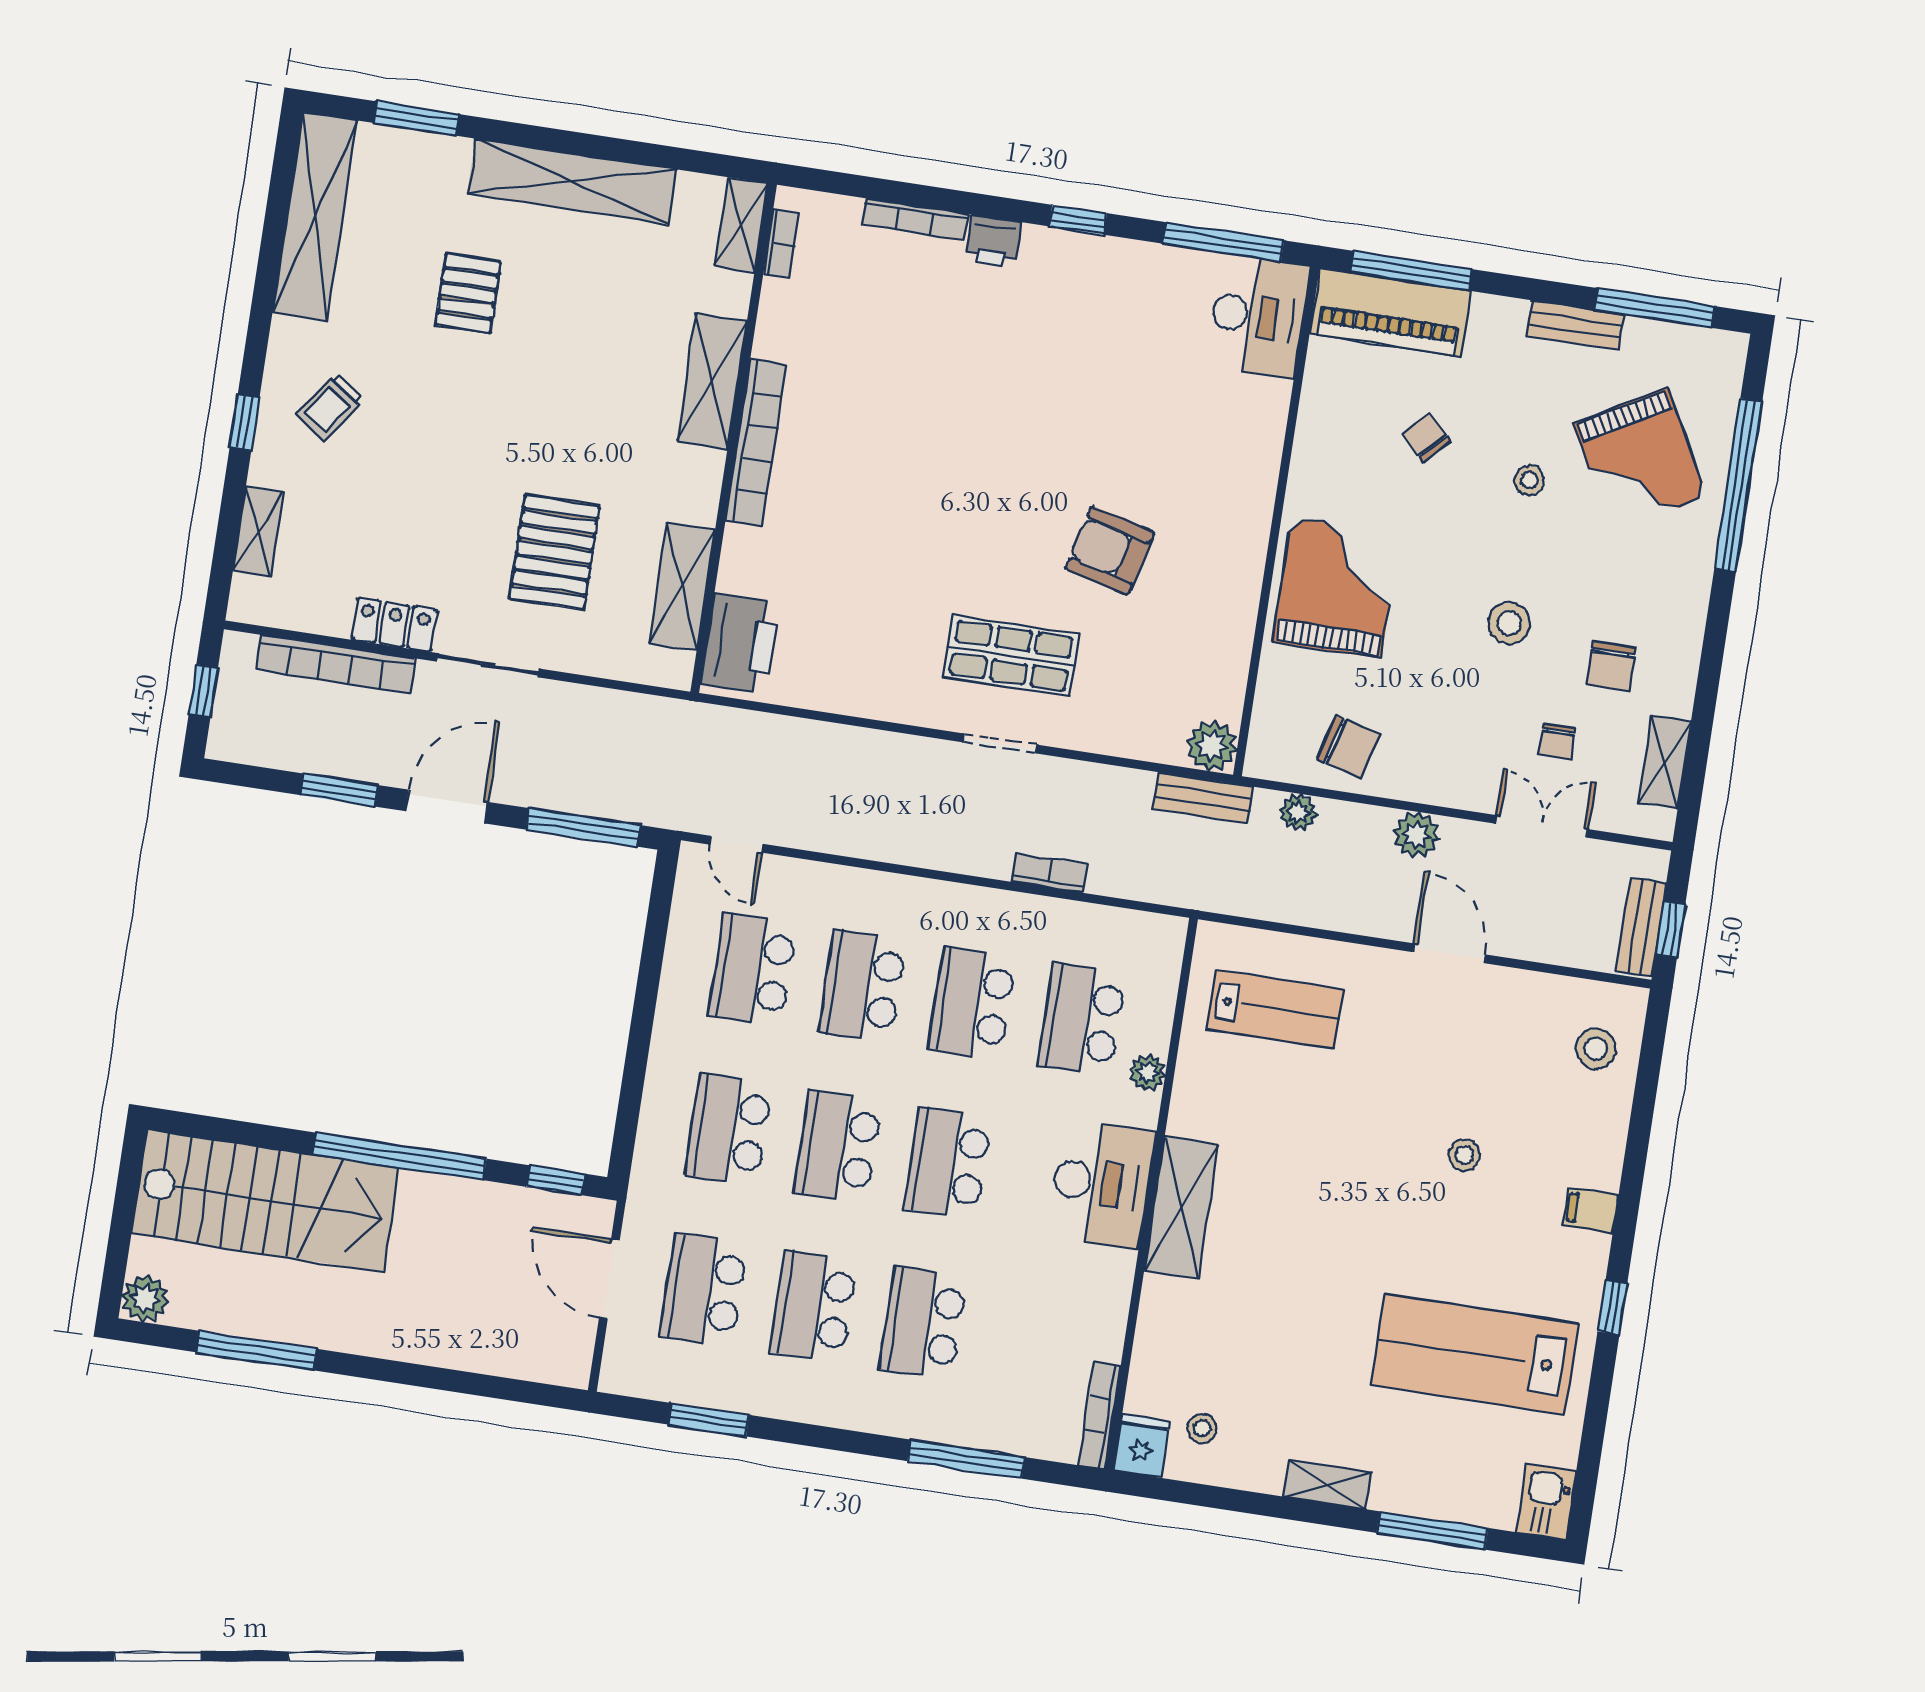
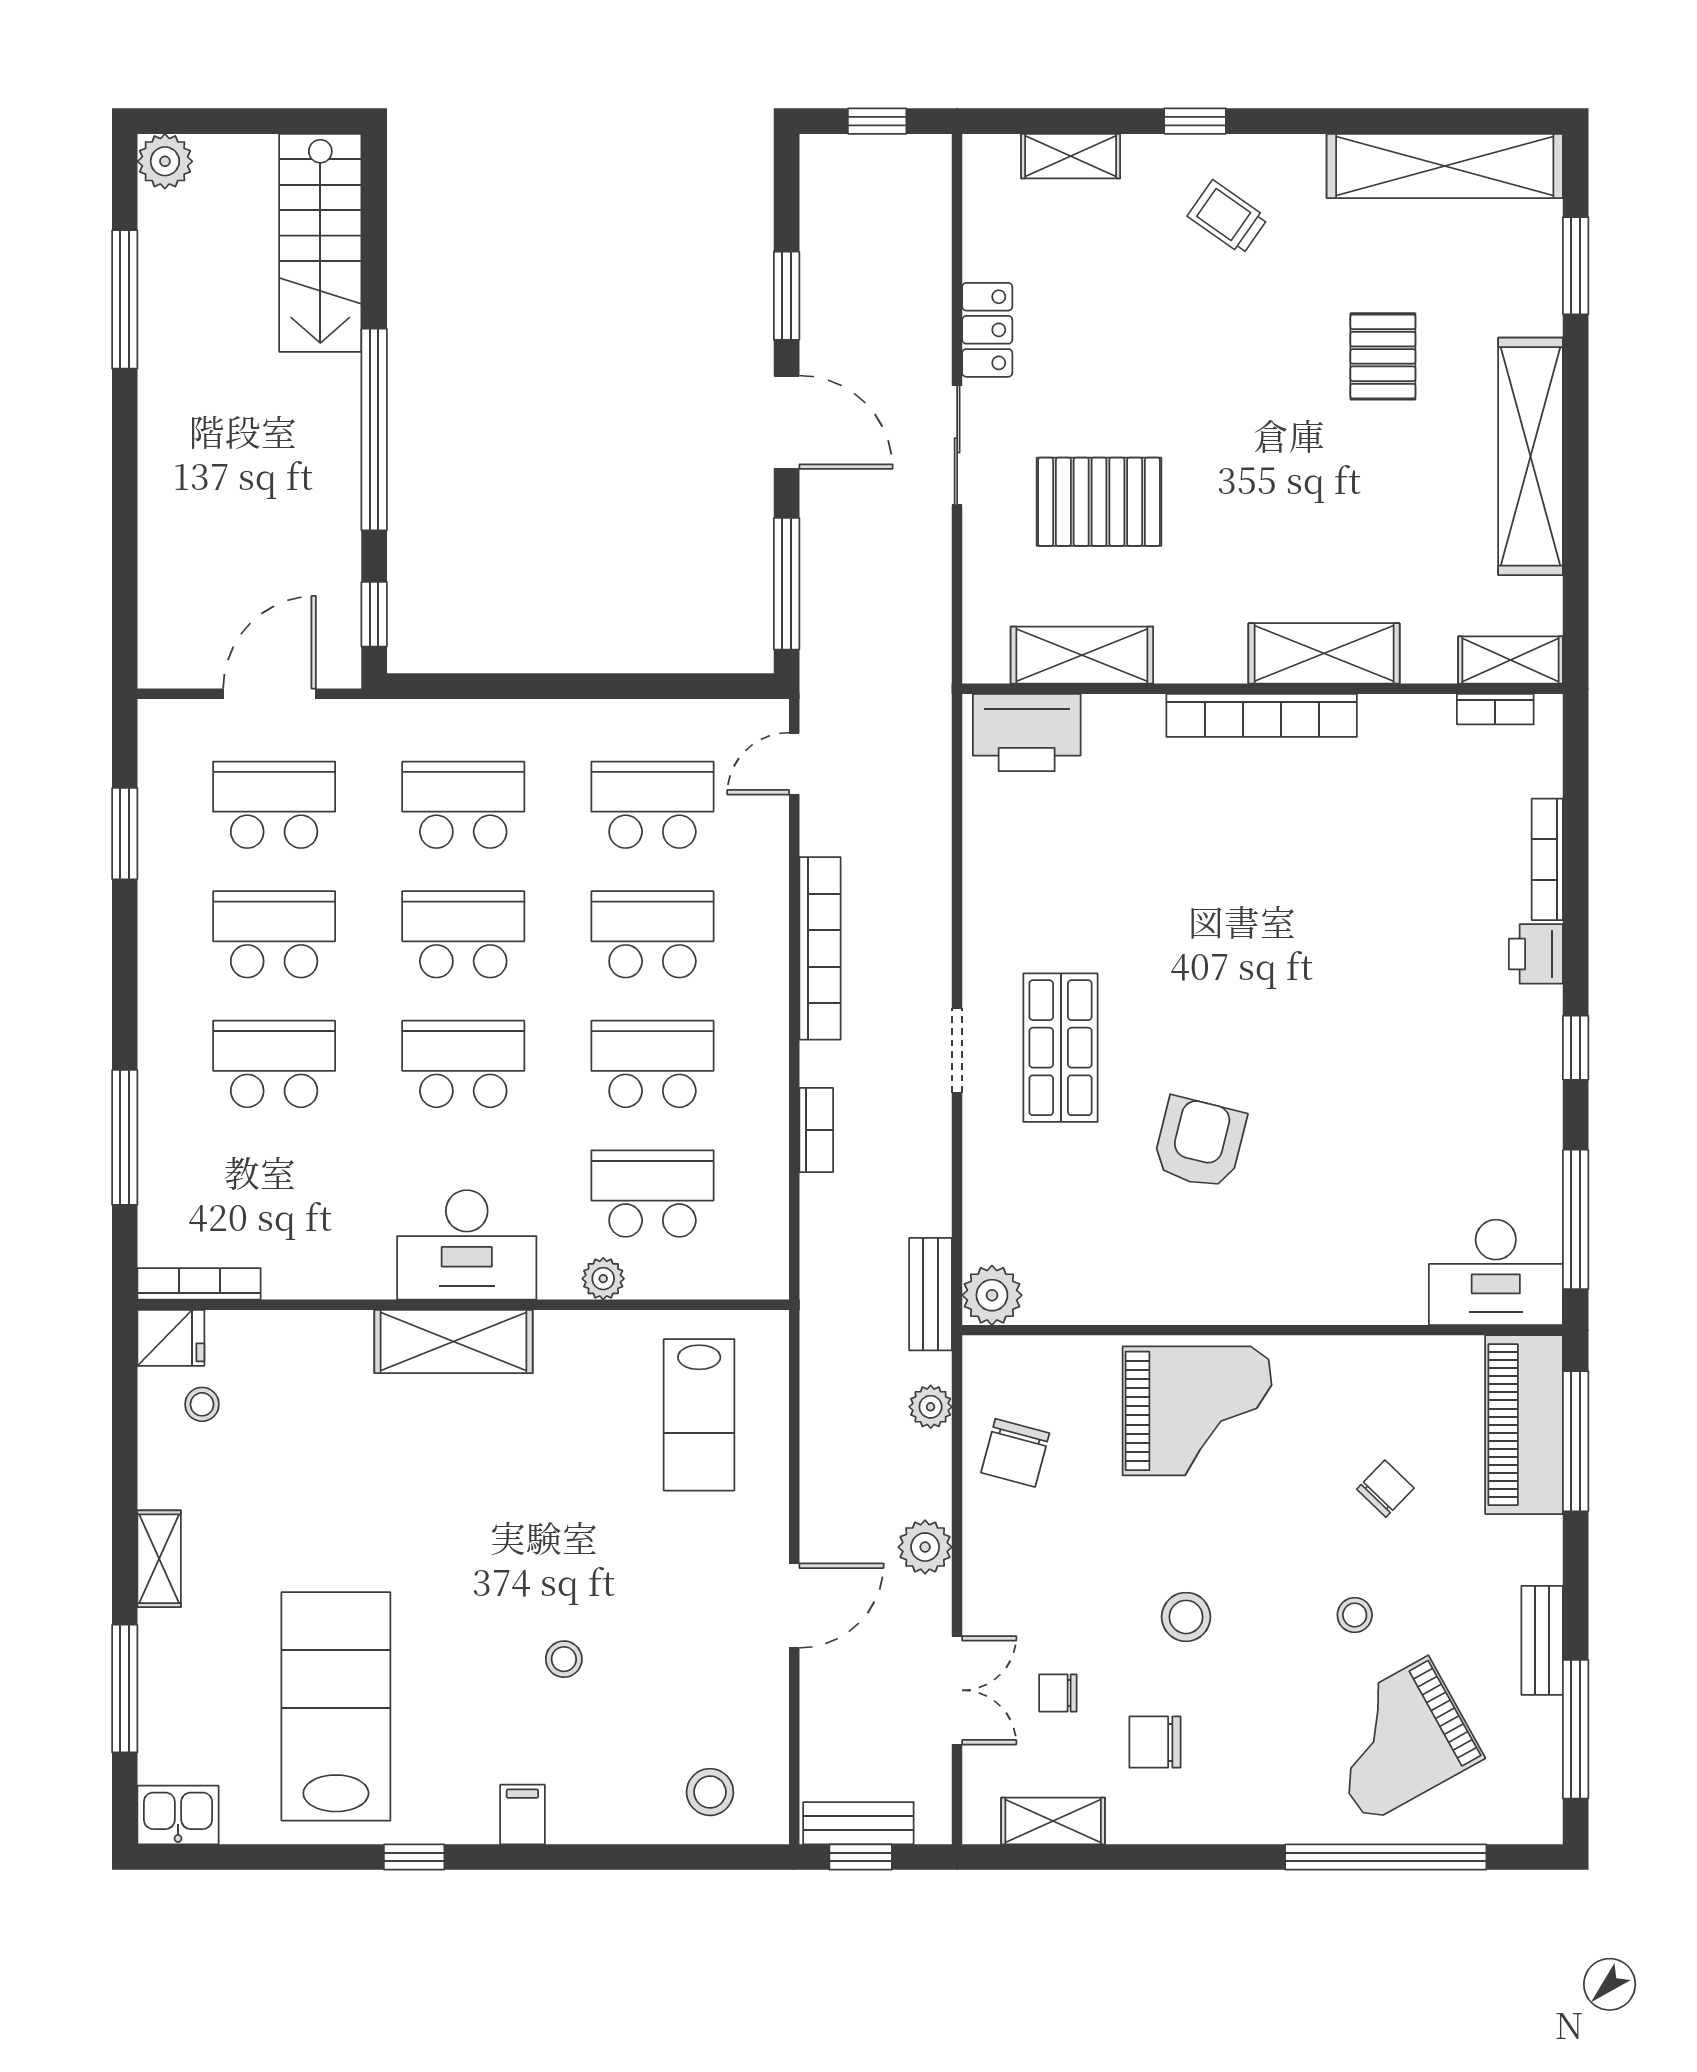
pallet: (468, 293) -> (1383, 356), turned 90
bookcase: (336, 664) -> (820, 948), moved, turned 180
stairs: (265, 1201) -> (320, 243), width x0.73, depth x0.66

